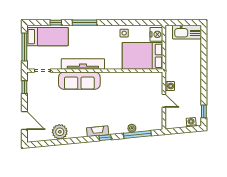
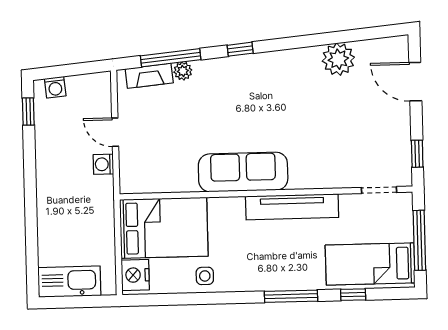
sofa: (79, 81) -> (243, 172), moved
fireplace: (98, 131) -> (149, 76), moved

